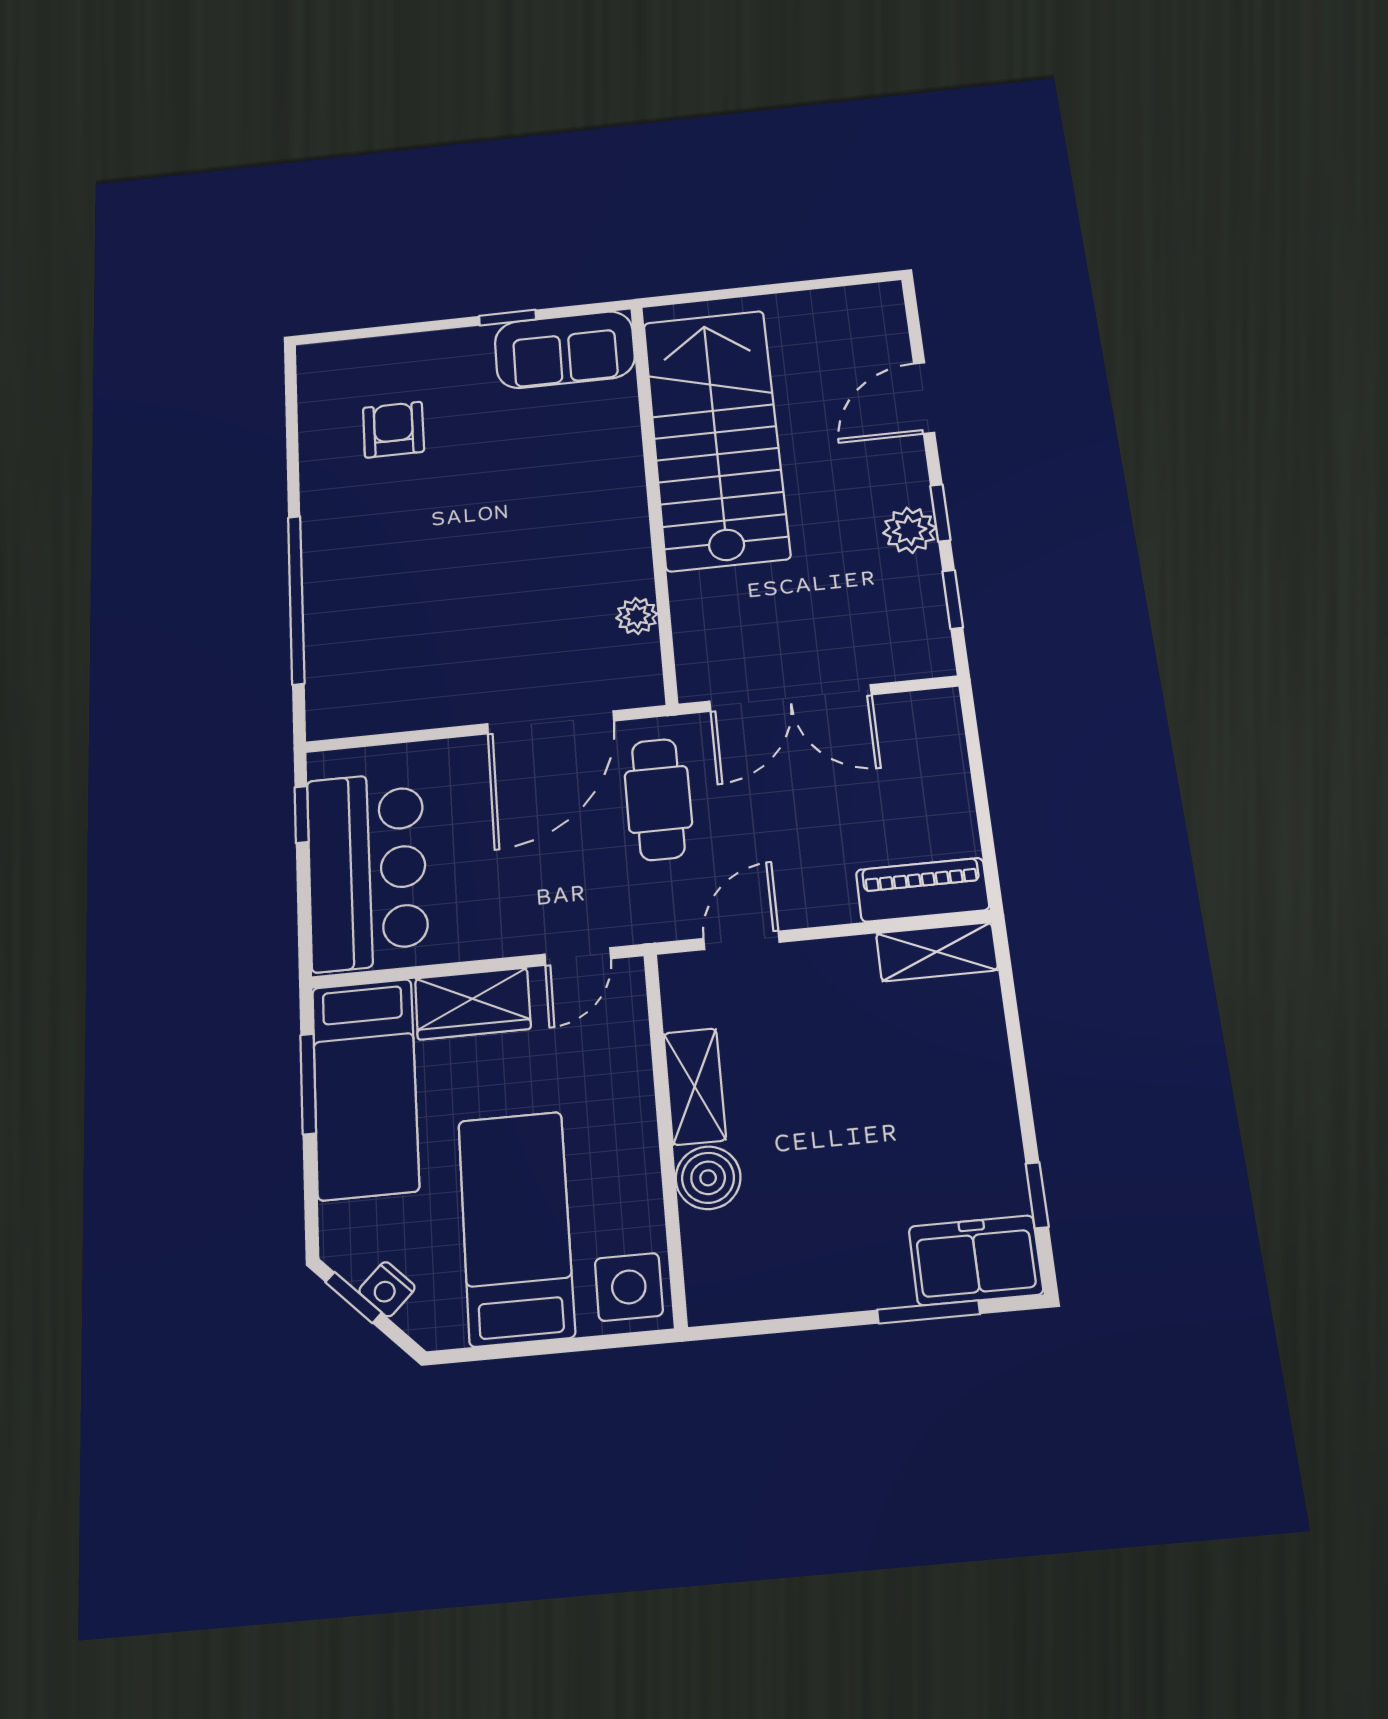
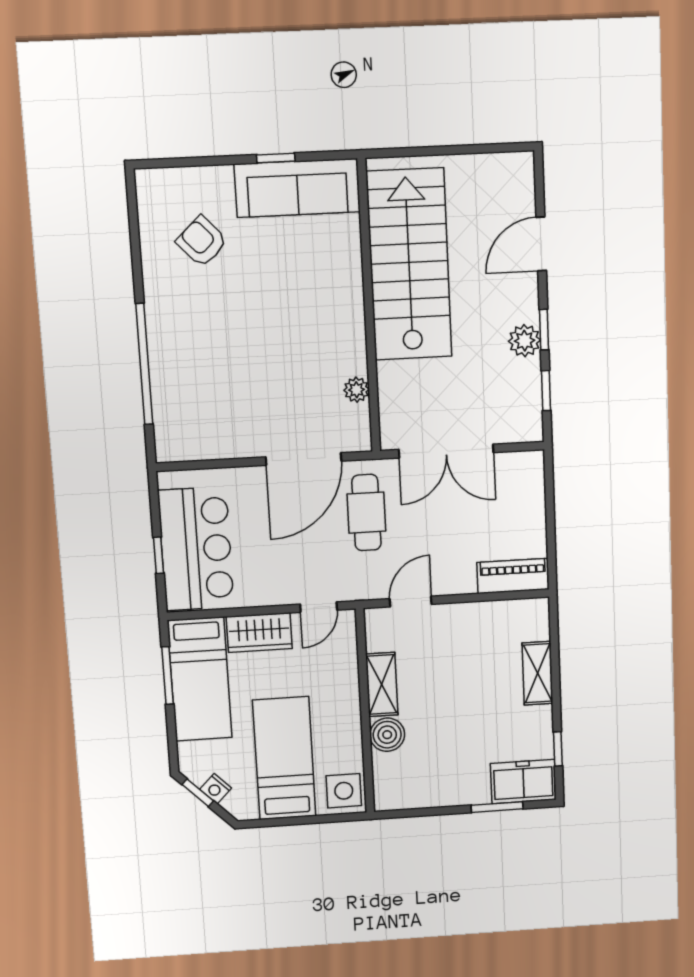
sofa: (565, 350) -> (297, 188), width x1.36
armchair: (393, 430) -> (202, 241), turned -43
window: (302, 815) -> (158, 555), moved
shelving: (937, 952) -> (538, 673), moved, turned 90

